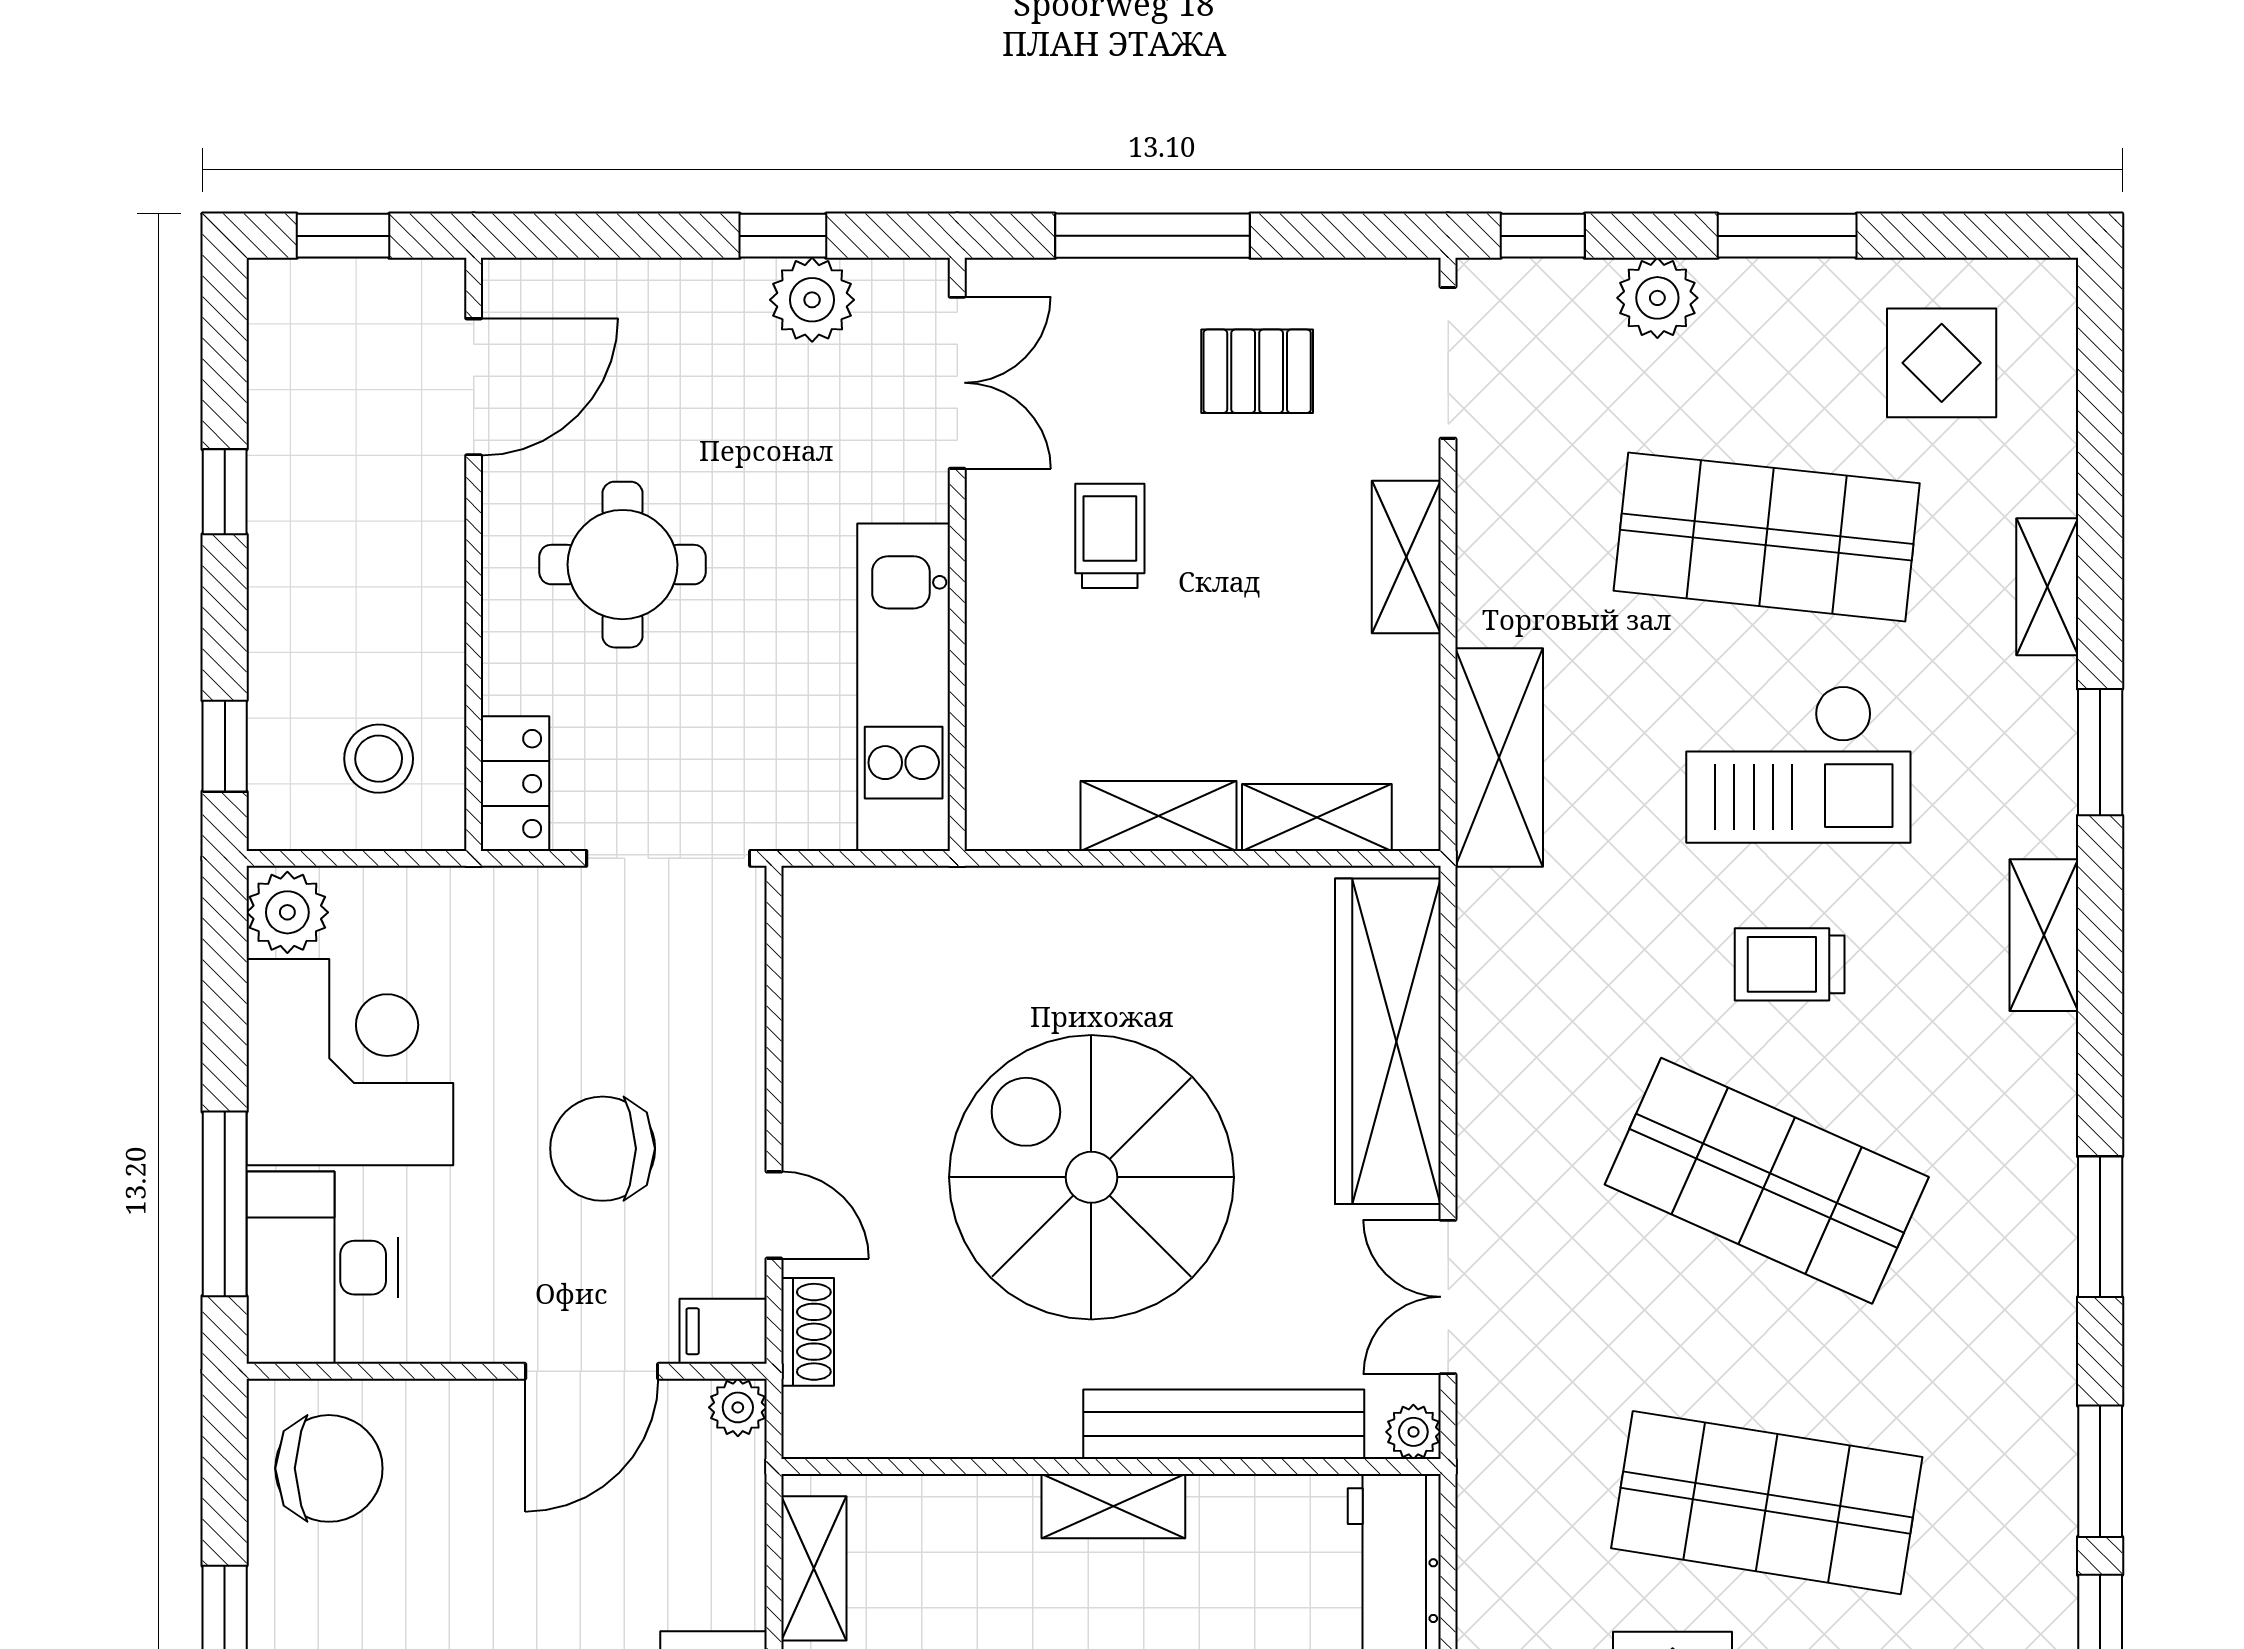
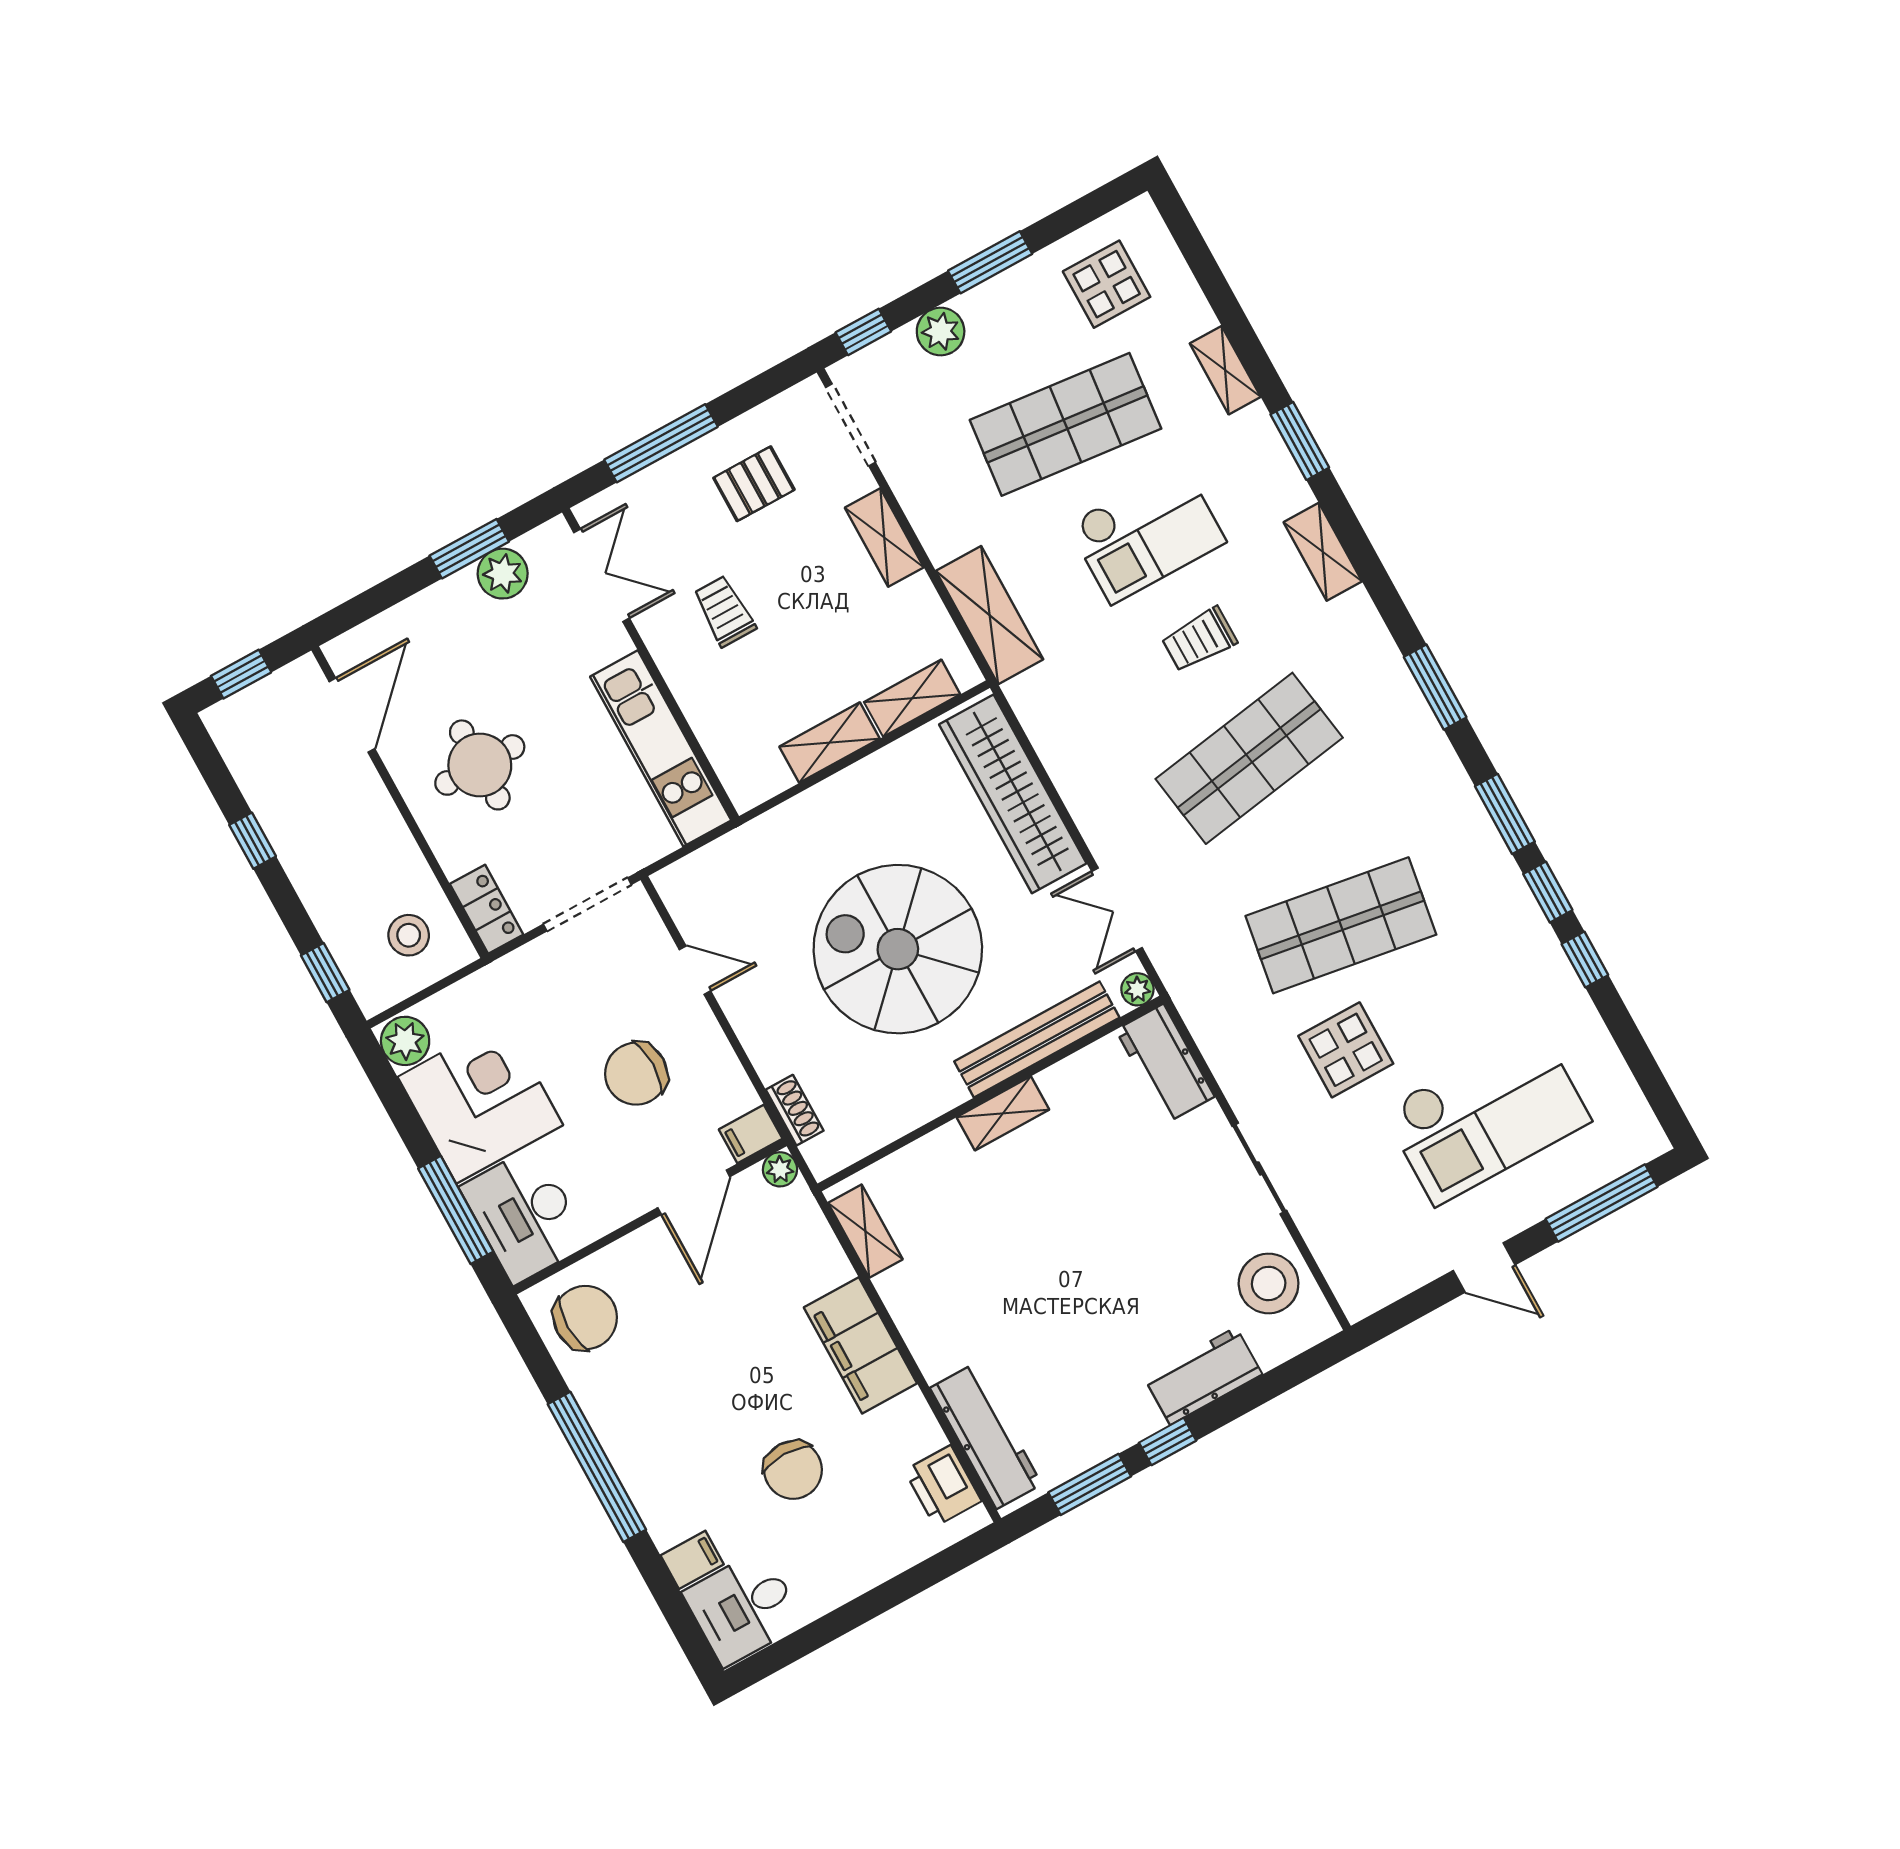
window: (783, 236) -> (469, 549), width x1.50
shop shelf: (1767, 1181) -> (1249, 758), turned -33
door: (774, 1215) -> (695, 970), moved

